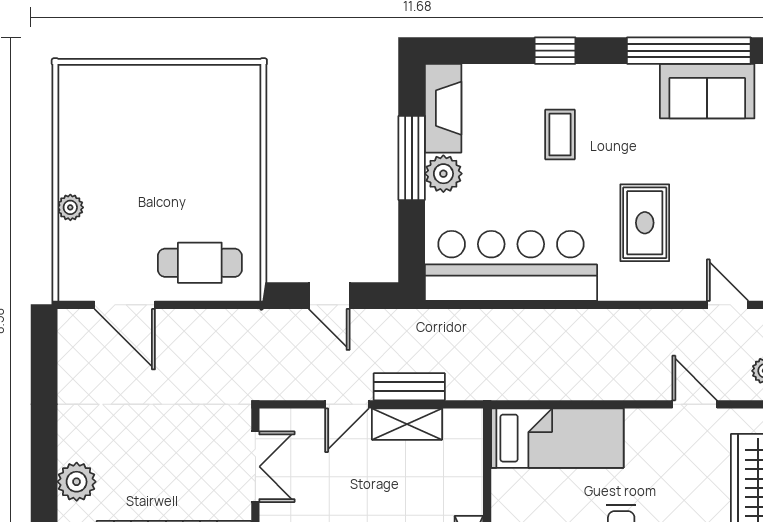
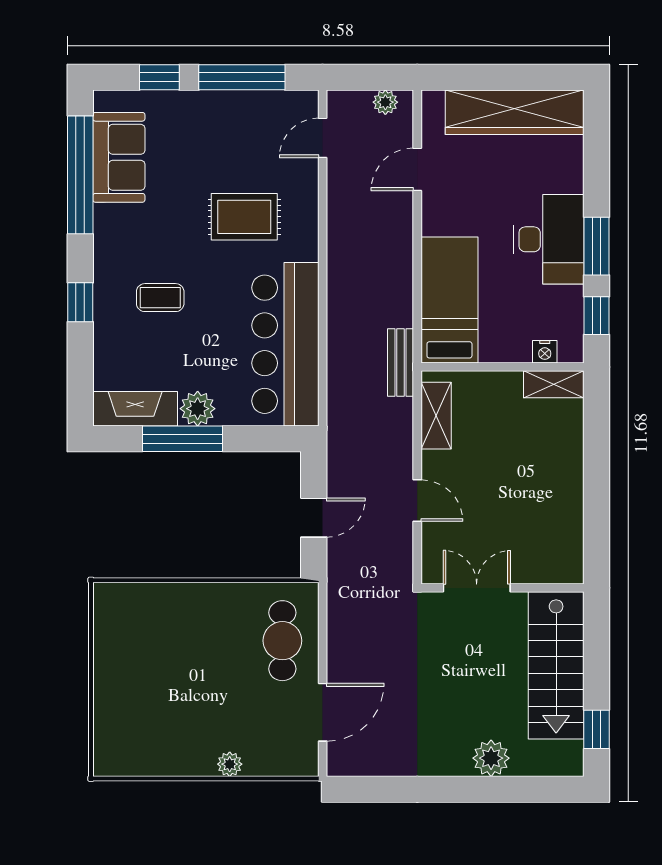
bench: (409, 387) -> (401, 363), moved
shelving: (407, 424) -> (436, 416), moved

